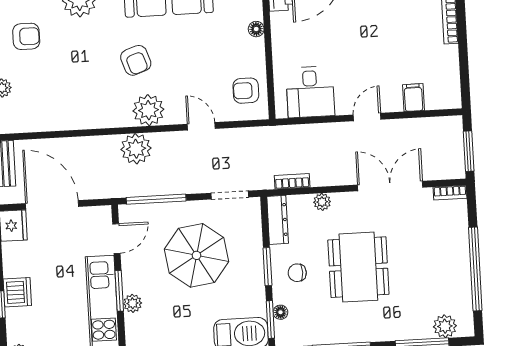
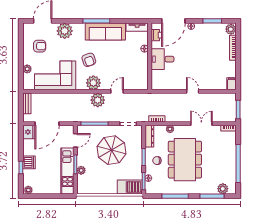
armchair: (246, 91) -> (138, 76), removed
desk: (310, 92) -> (162, 59), moved, turned 90
filing cabinet: (413, 98) -> (231, 84), moved
corner sofa: (64, 99) -> (55, 75), added
door: (367, 117) -> (193, 91), hinge flipped
door: (201, 126) -> (117, 91), hinge flipped
plant: (136, 149) -> (98, 100), moved
double door: (390, 186) -> (201, 124), width x0.73
door: (52, 205) -> (47, 124), swing flipped
dining table: (358, 267) -> (185, 160), width x1.36, depth x1.24

